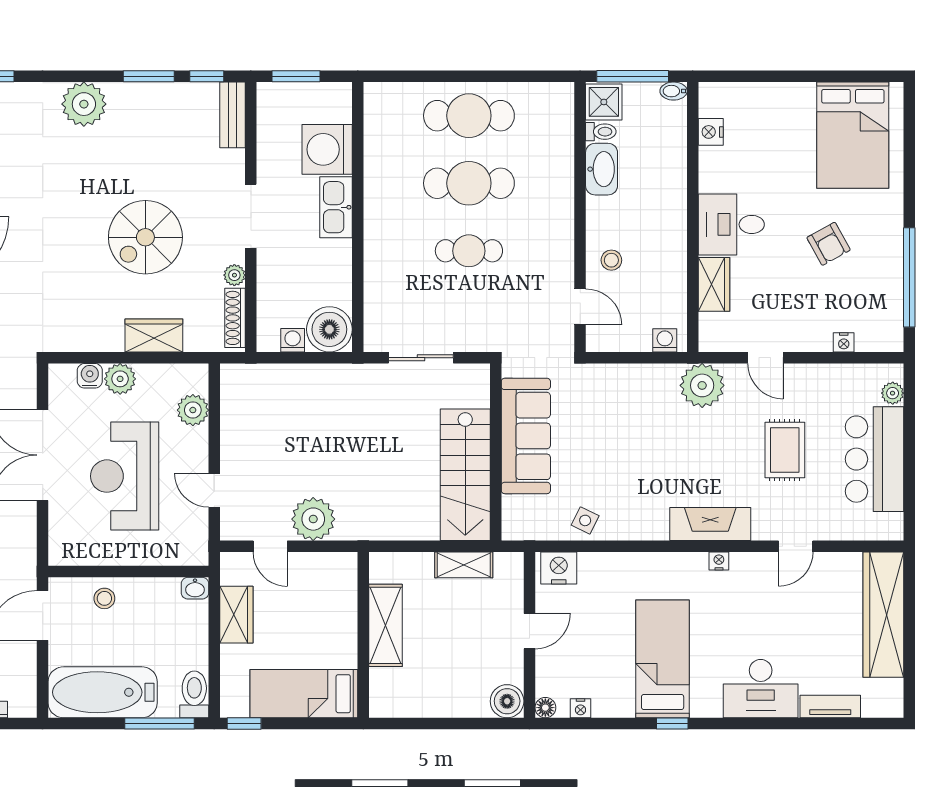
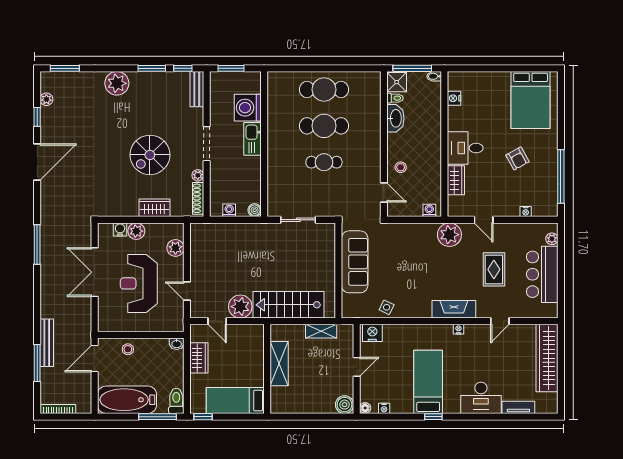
boiler: (329, 329) -> (255, 210), width x0.54, depth x0.54
stairs: (465, 475) -> (289, 305), moved, turned 90

